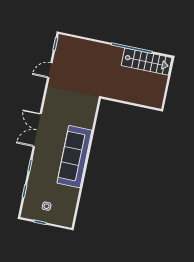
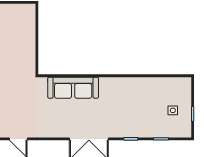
sofa: (74, 157) -> (73, 88), moved, width x0.74, depth x0.79

